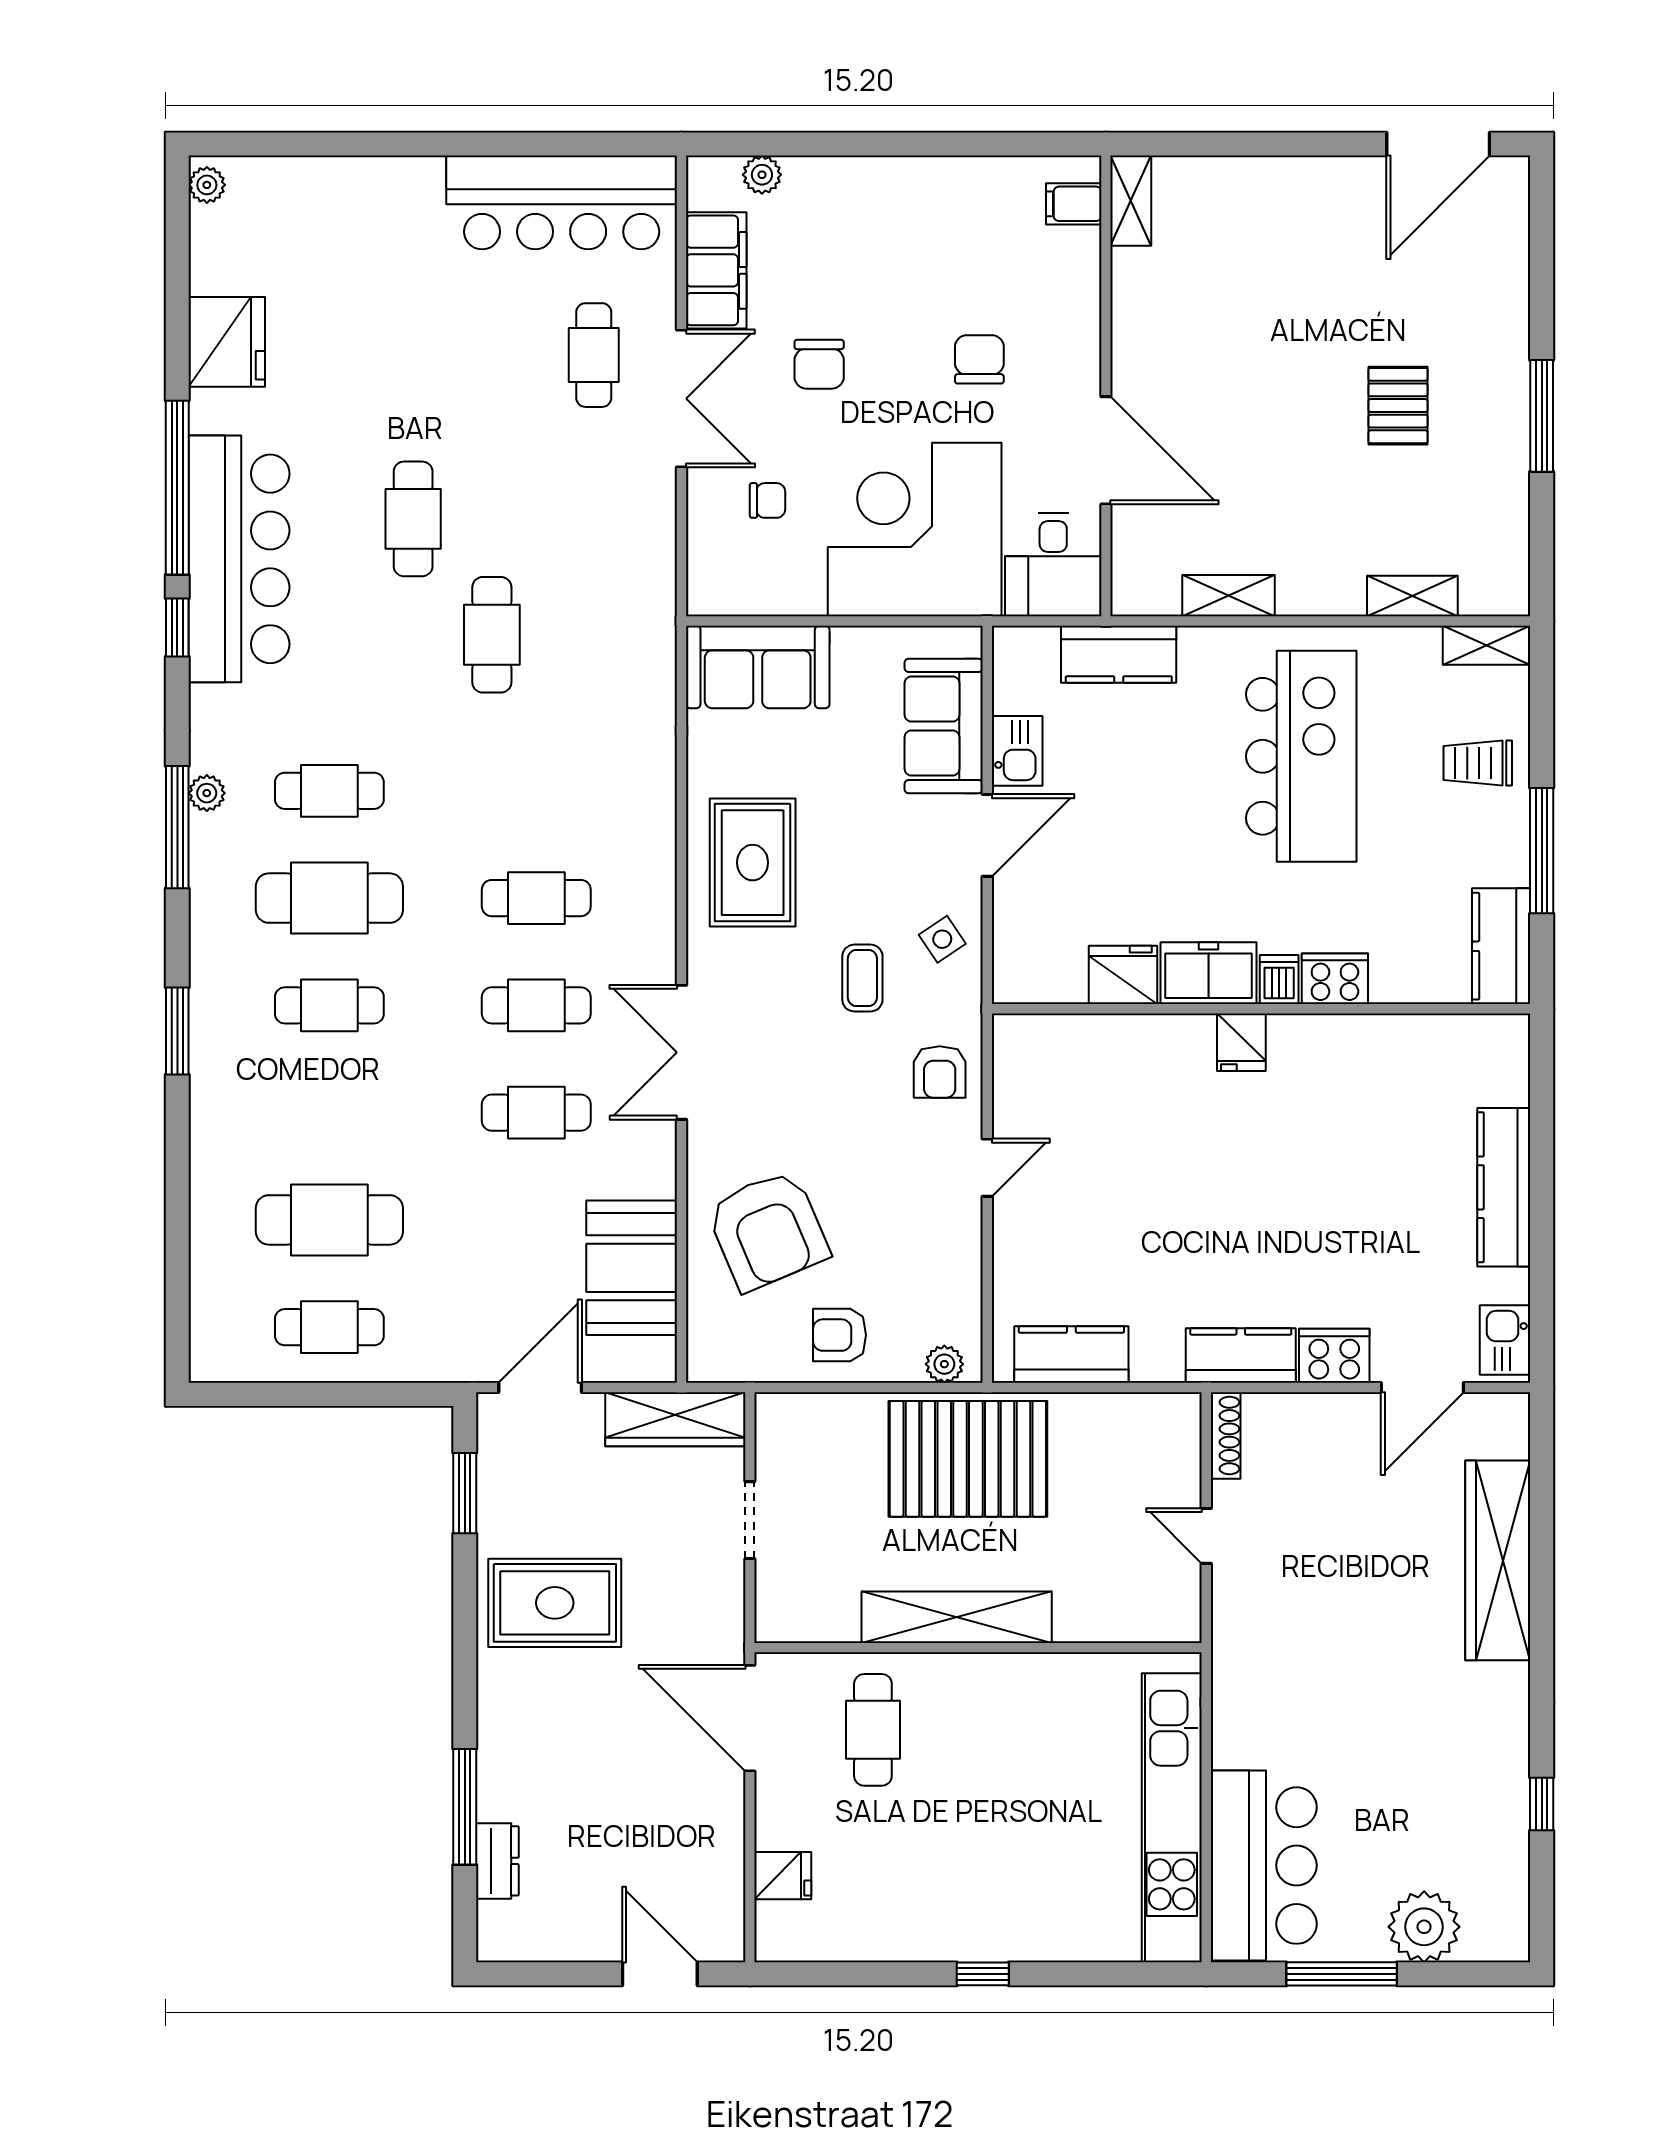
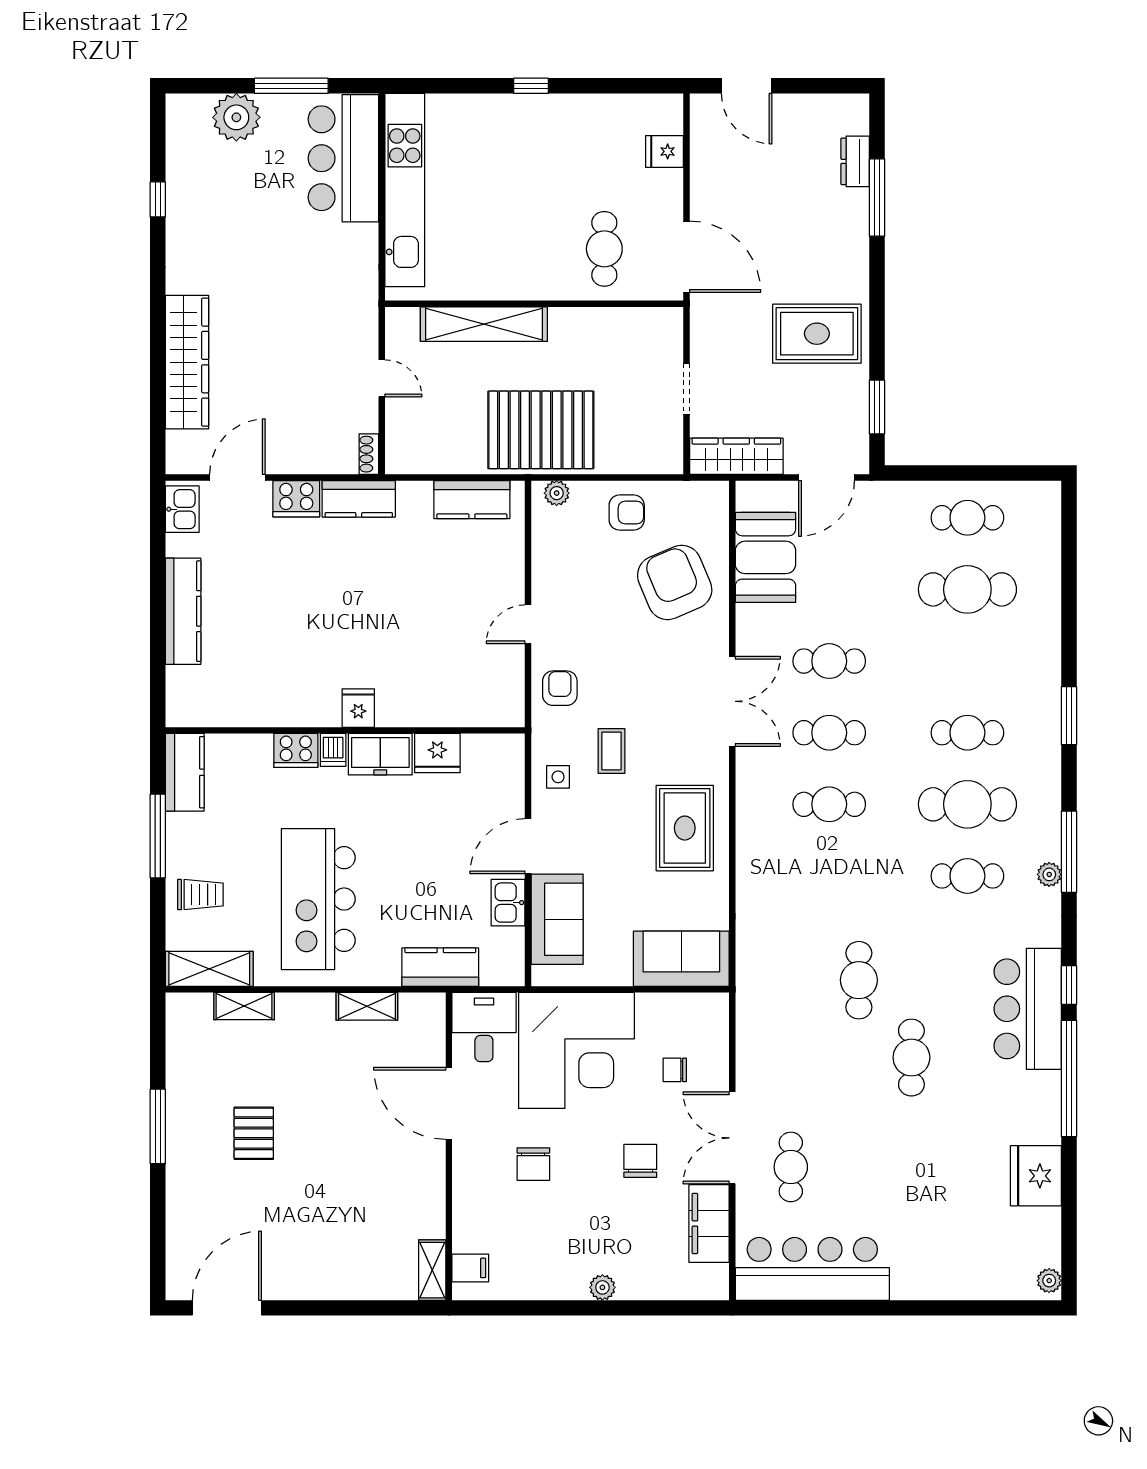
plant: (762, 175) -> (602, 1287), moved
bar counter: (239, 559) -> (1028, 1009), width x0.73
shelving: (1486, 645) -> (209, 969), width x1.50, depth x1.33
side table: (942, 939) -> (558, 777), turned 34
shoe rack: (1226, 1435) -> (369, 454), width x0.70
shelving: (957, 1617) -> (484, 324), moved

